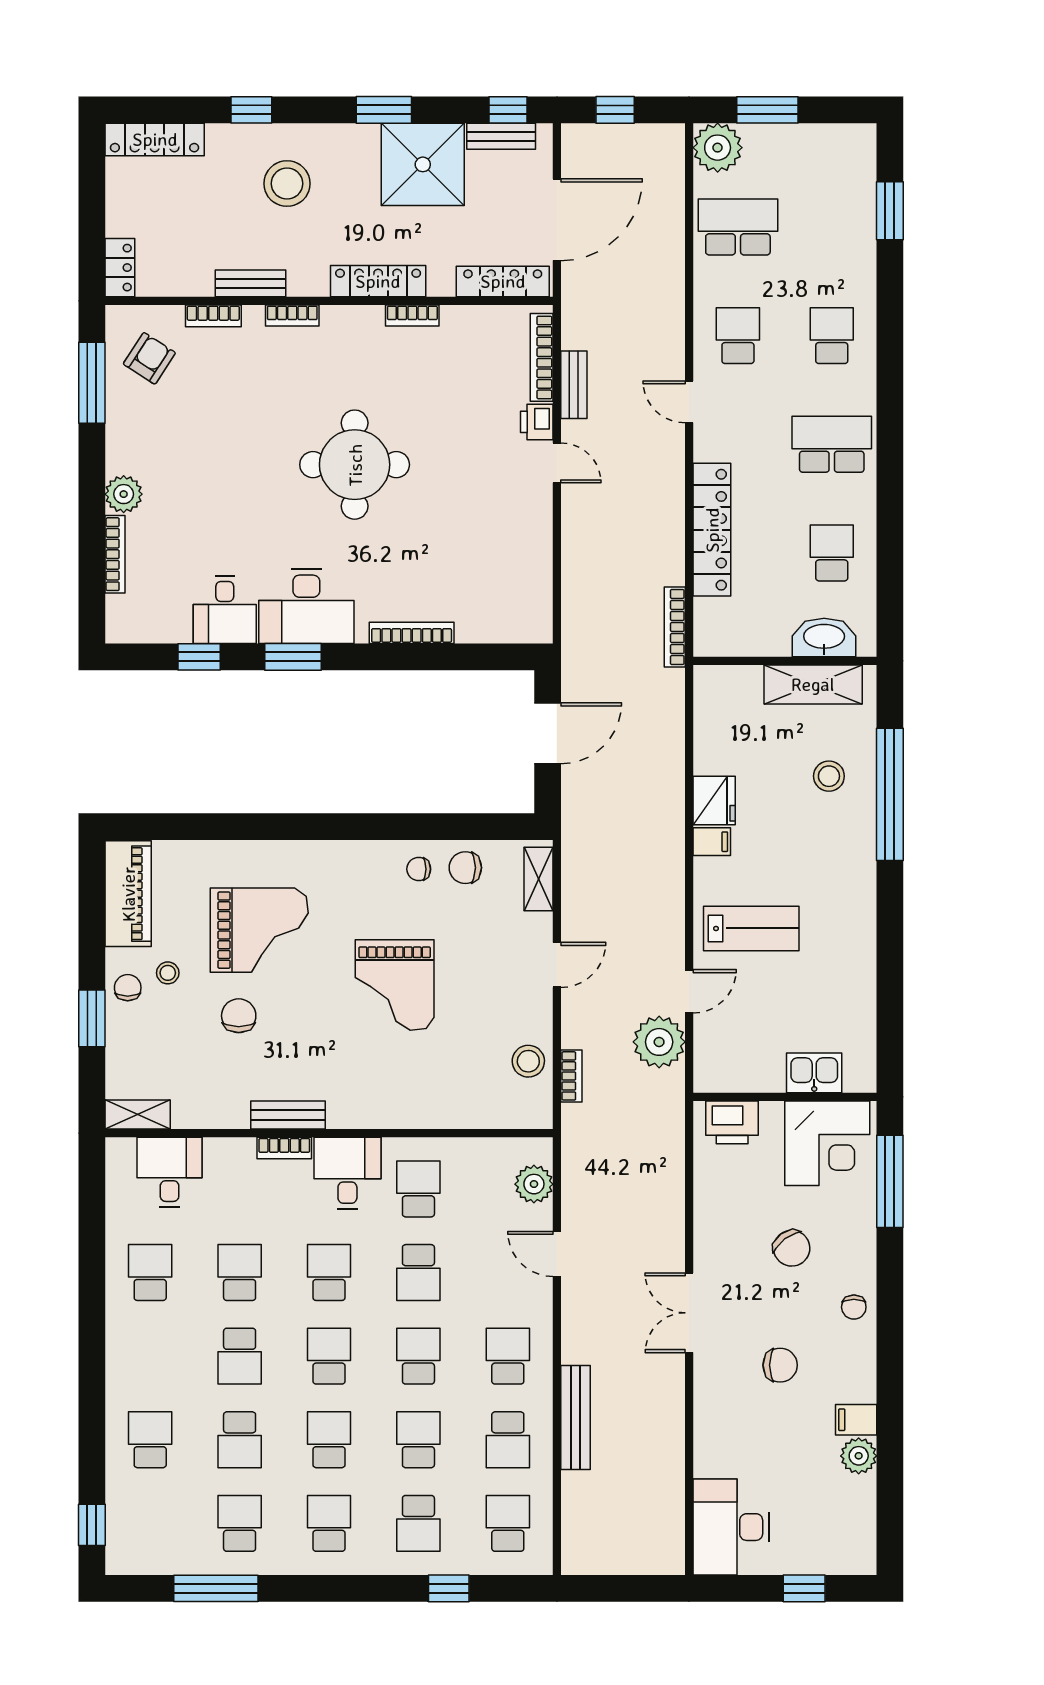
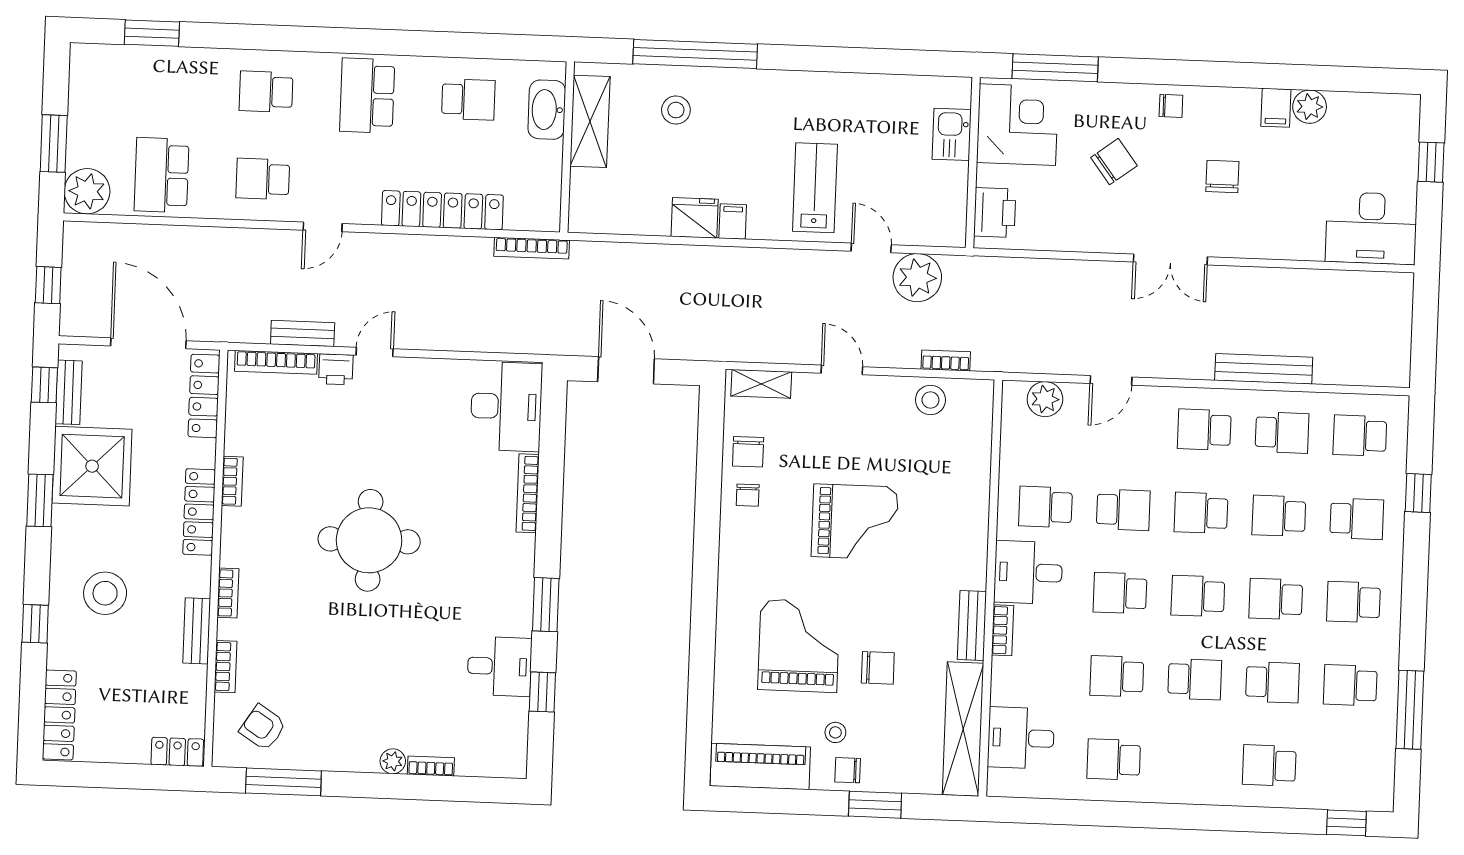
plant: (124, 494) -> (393, 761), width x0.73, depth x0.73
school desk: (832, 553) -> (468, 99), turned 180
bookcase: (115, 554) -> (431, 766), width x0.64
desk: (306, 606) -> (506, 406), moved
chair: (239, 1016) -> (878, 668), turned 180
shelving: (138, 1115) -> (963, 729), width x2.20, depth x1.33

